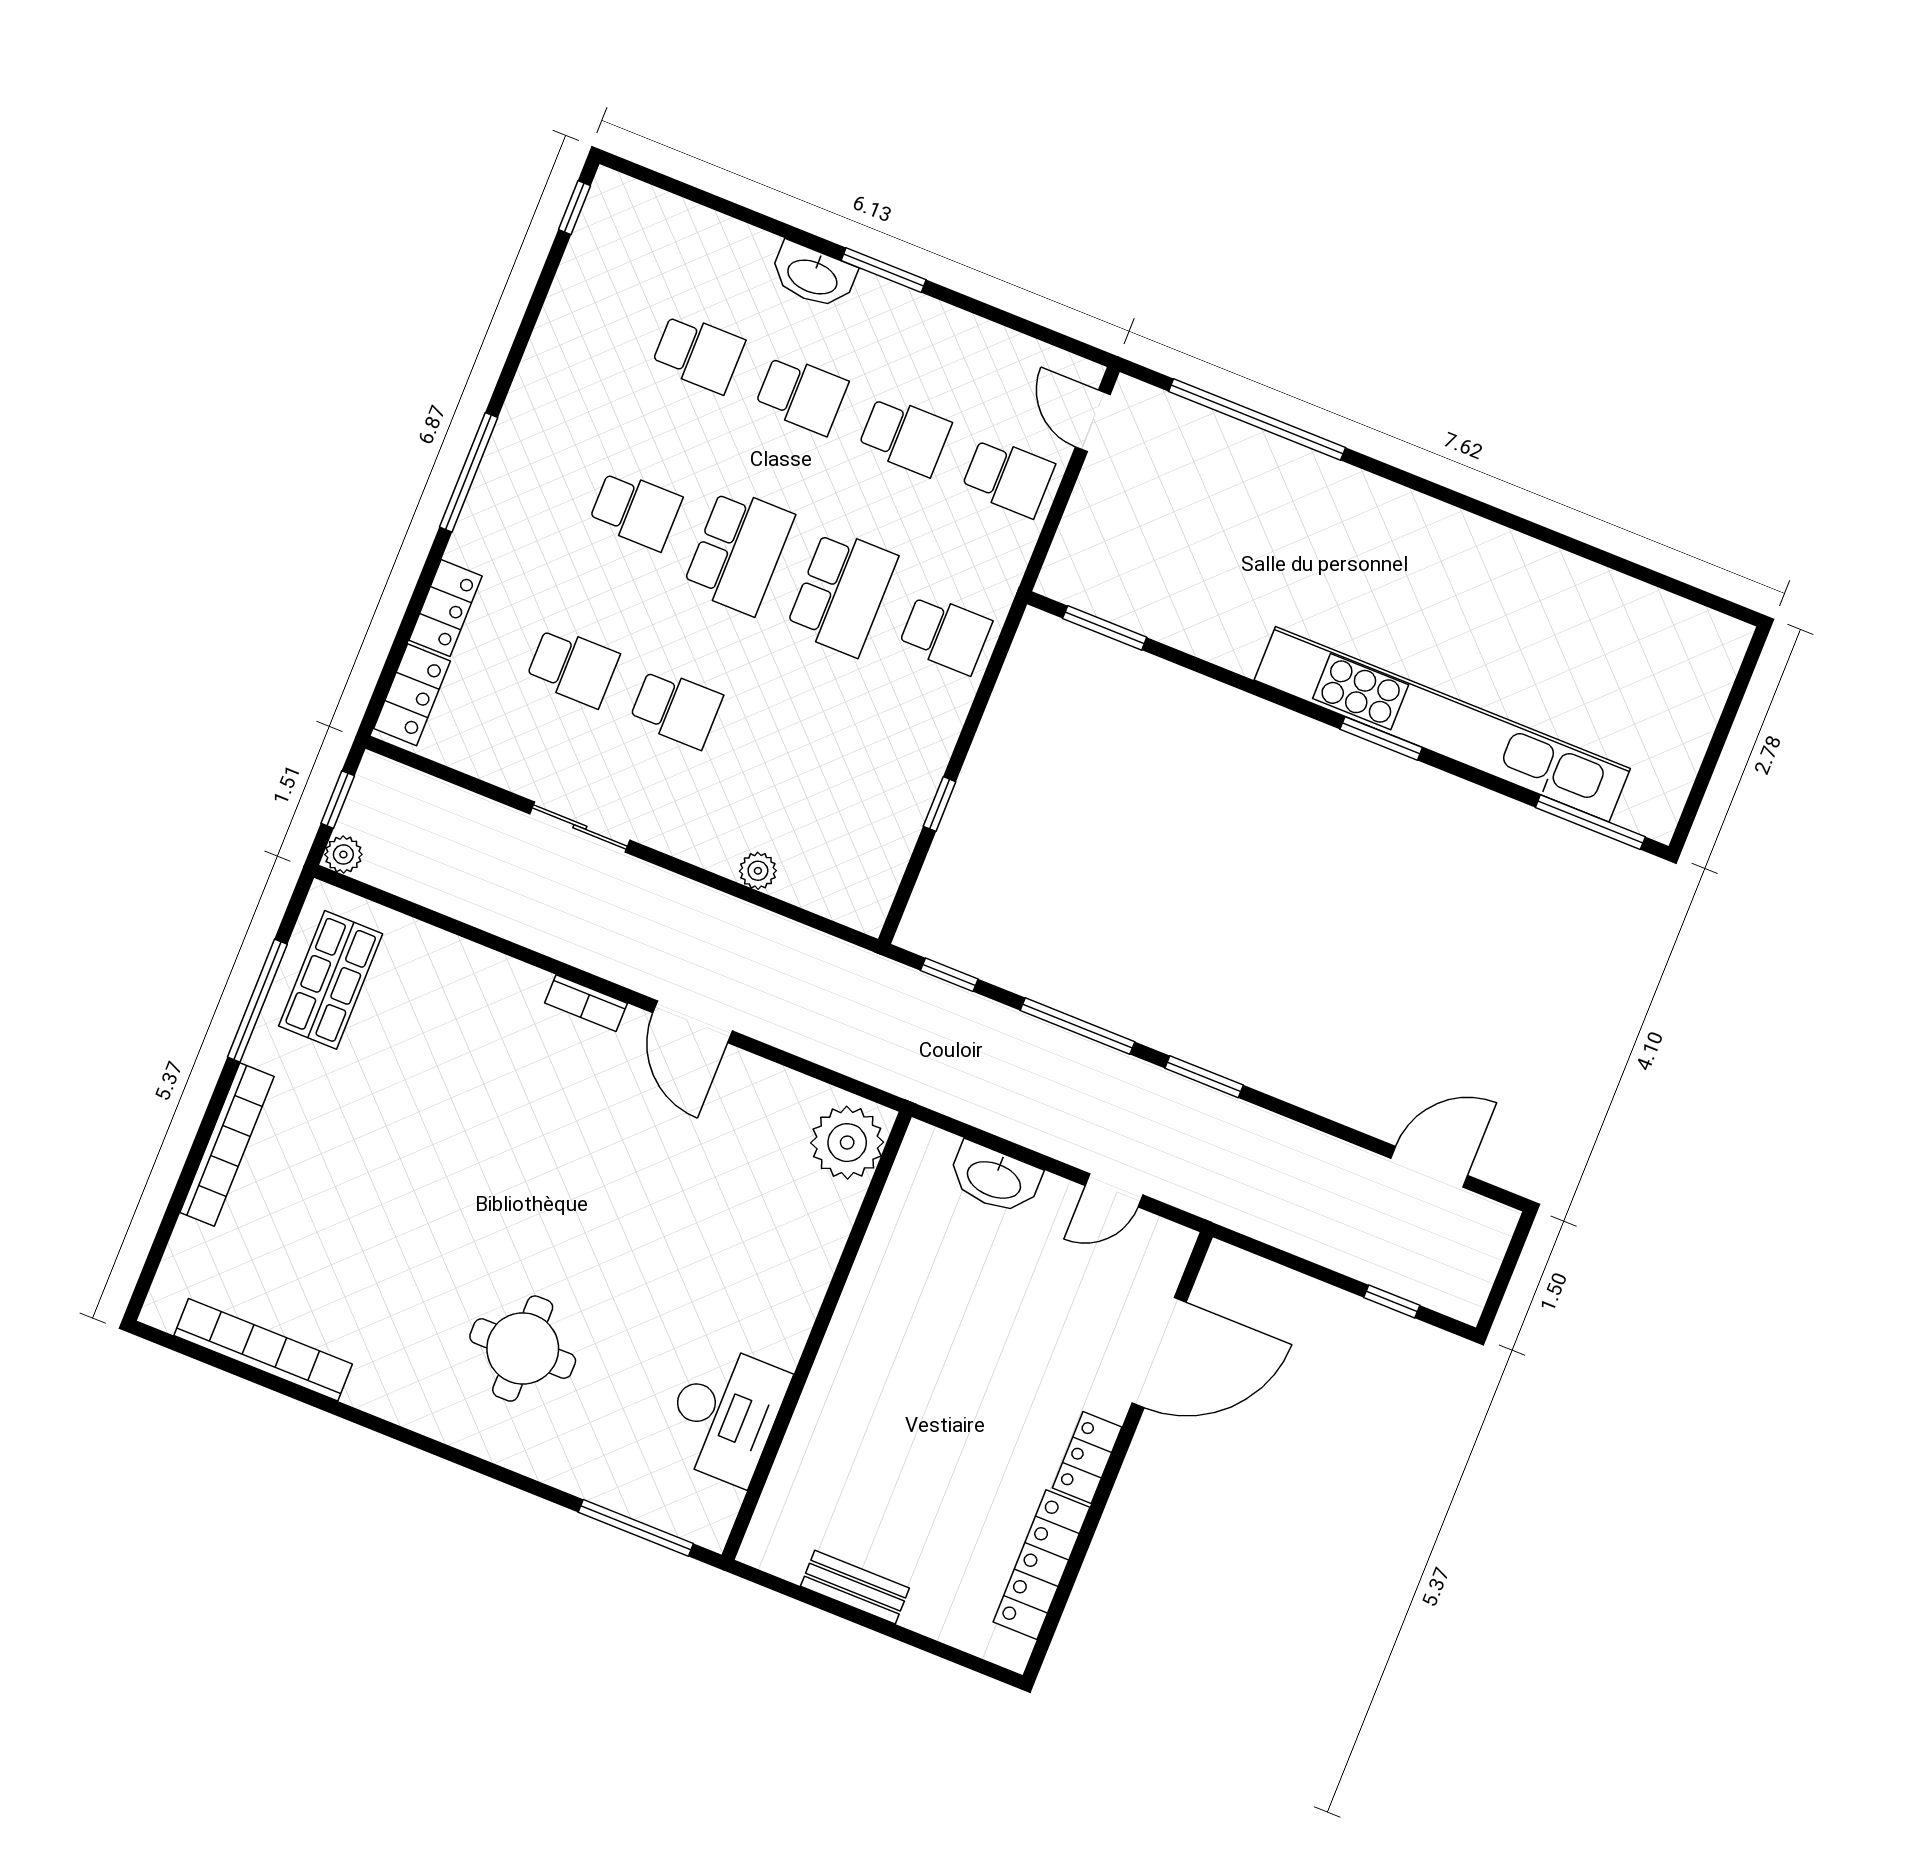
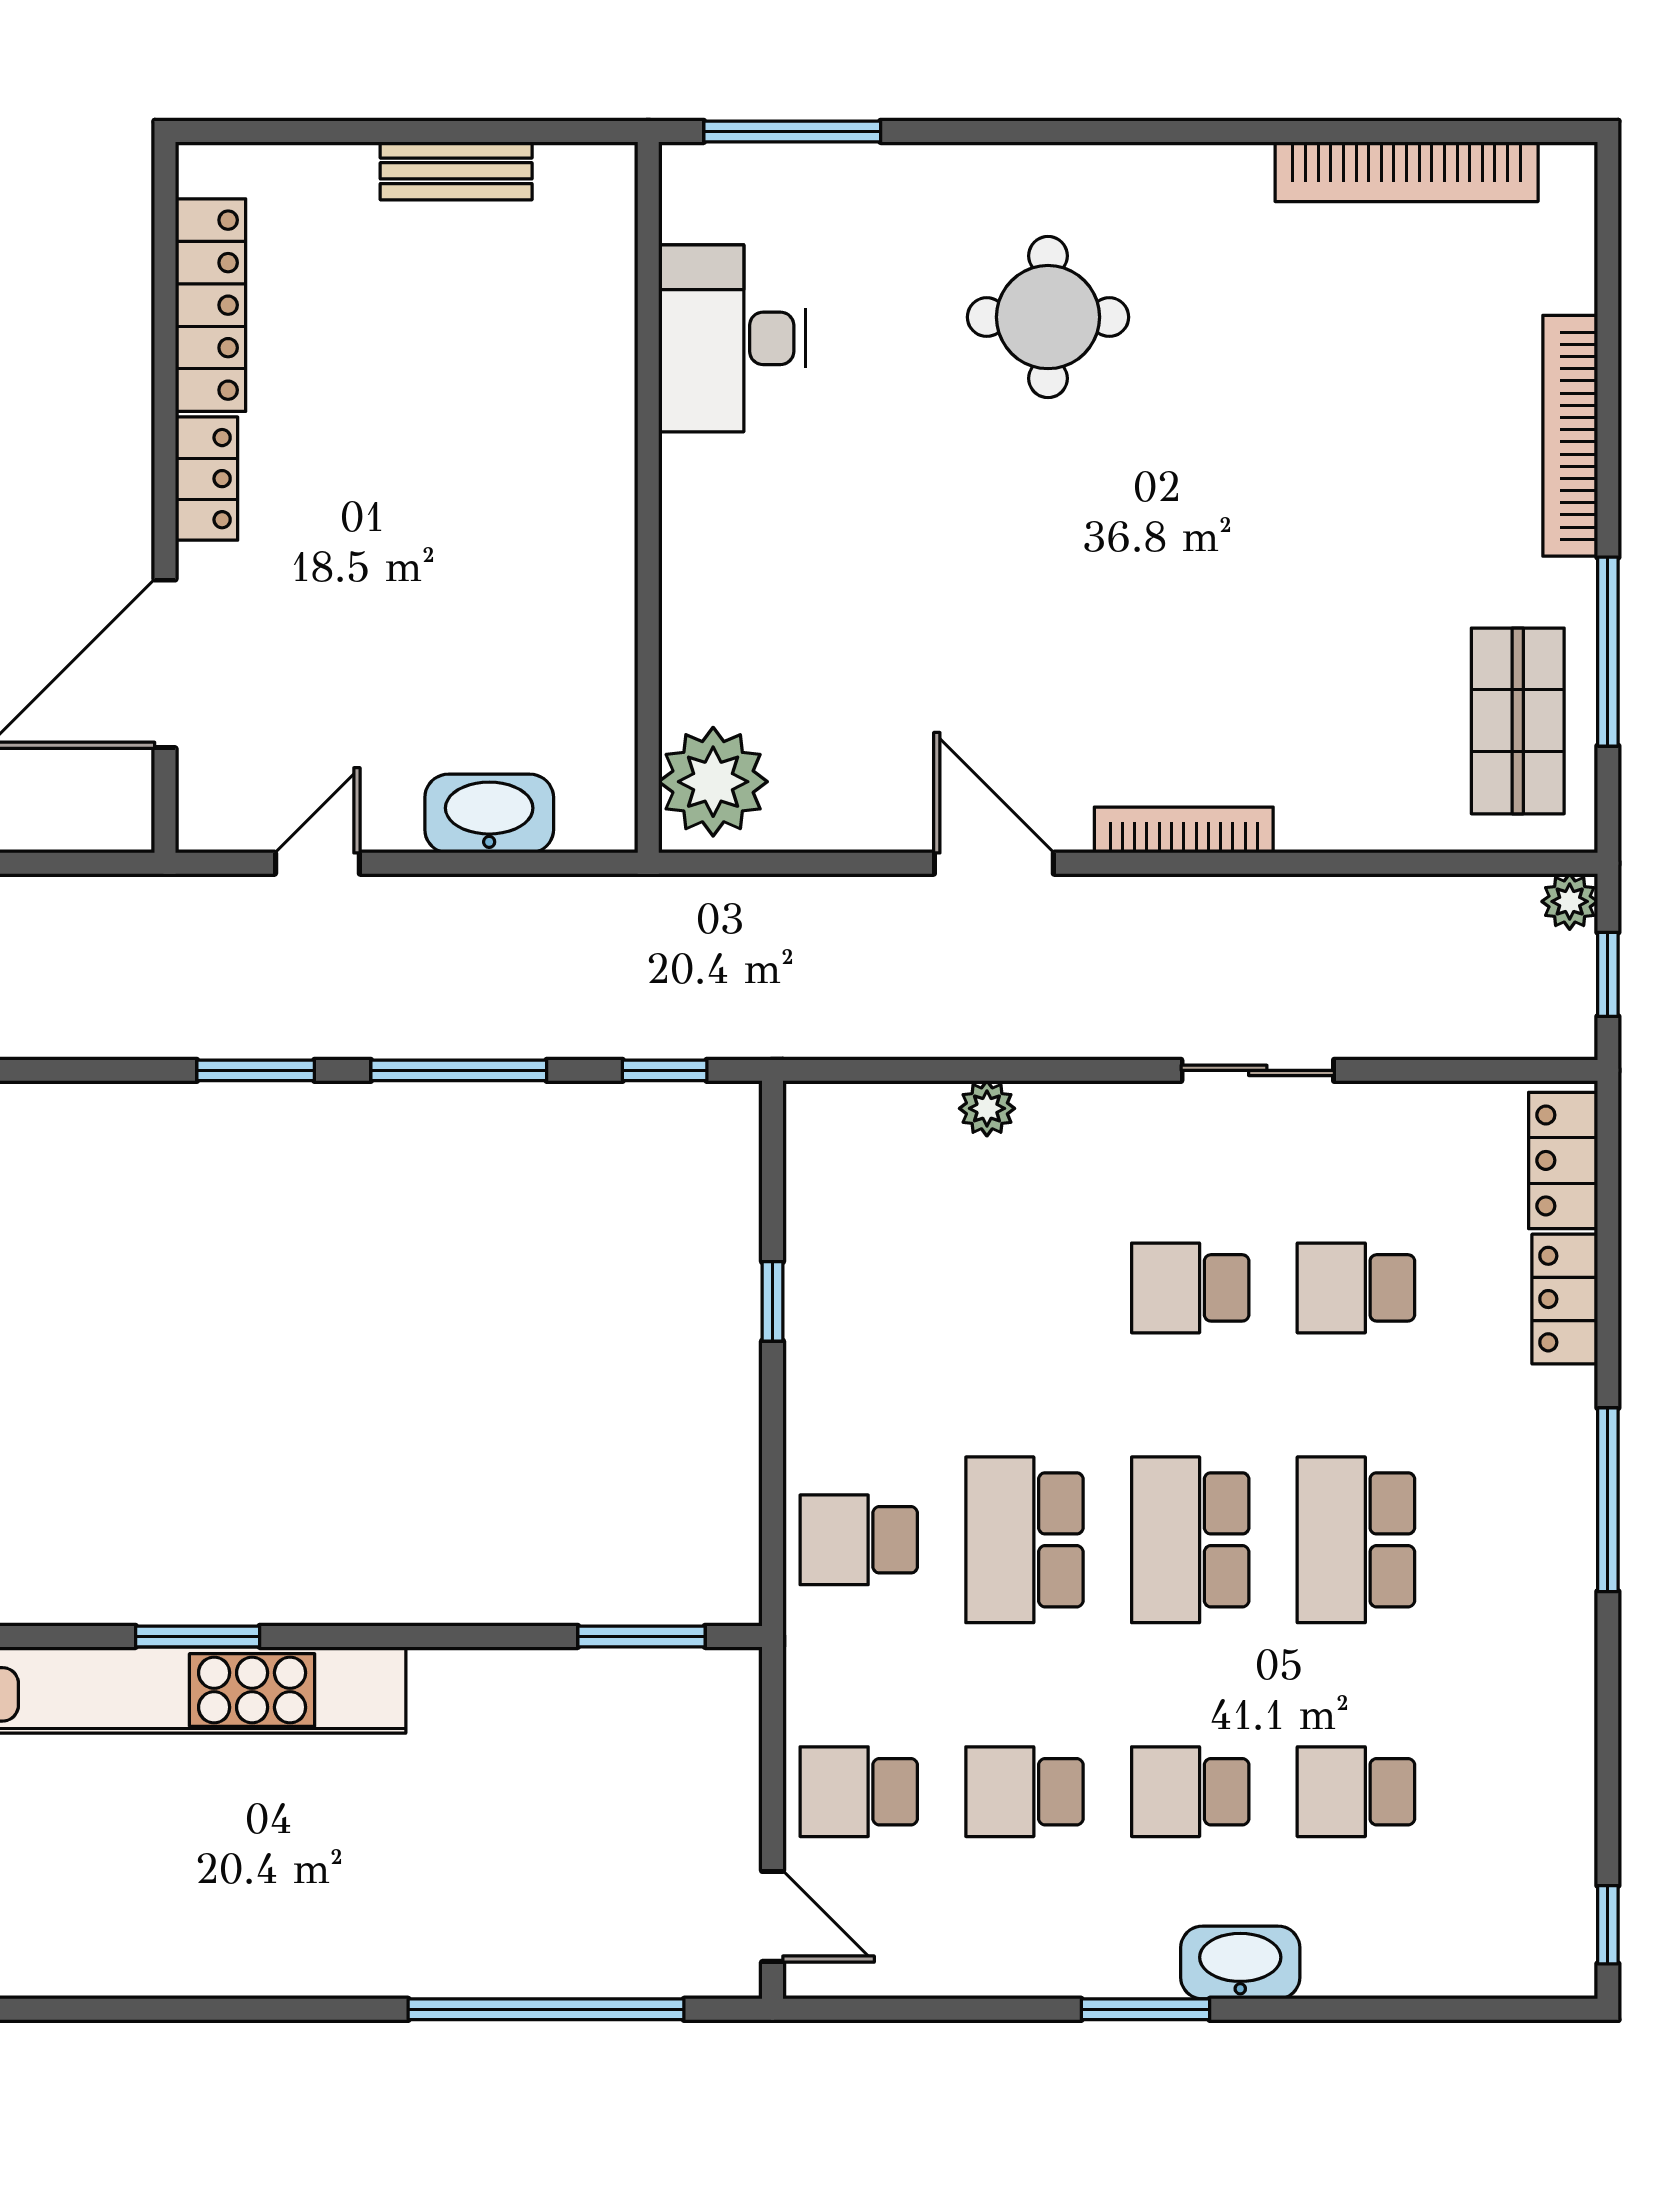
school desk: (636, 510) -> (1356, 1540), width x1.85
bookcase: (586, 1003) -> (1184, 830), width x1.56

